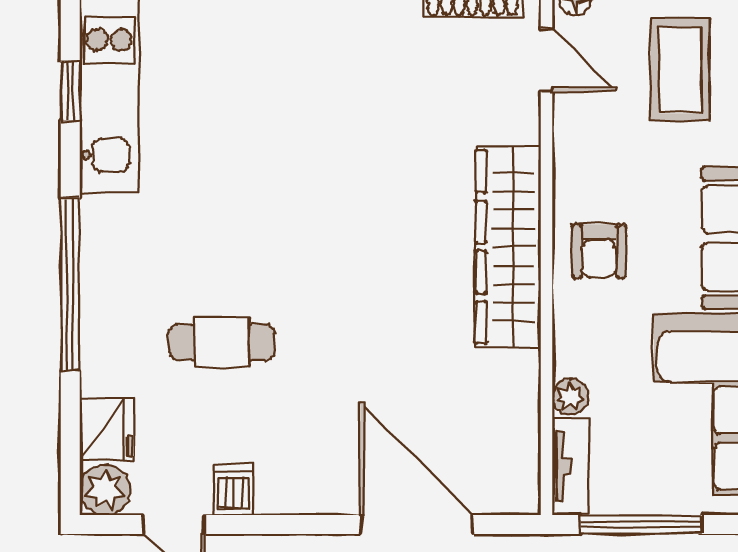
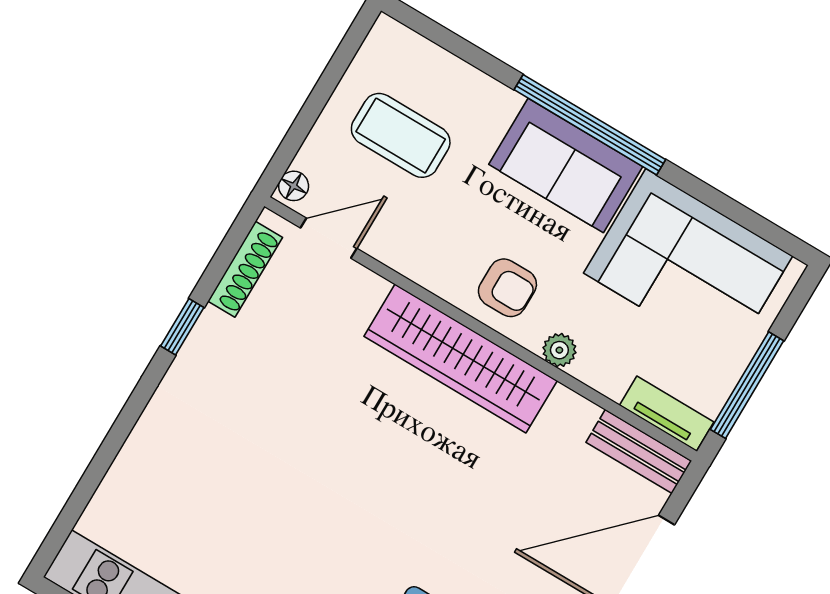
plant: (570, 397) -> (559, 350), moved
bench: (520, 461) -> (639, 452), added

